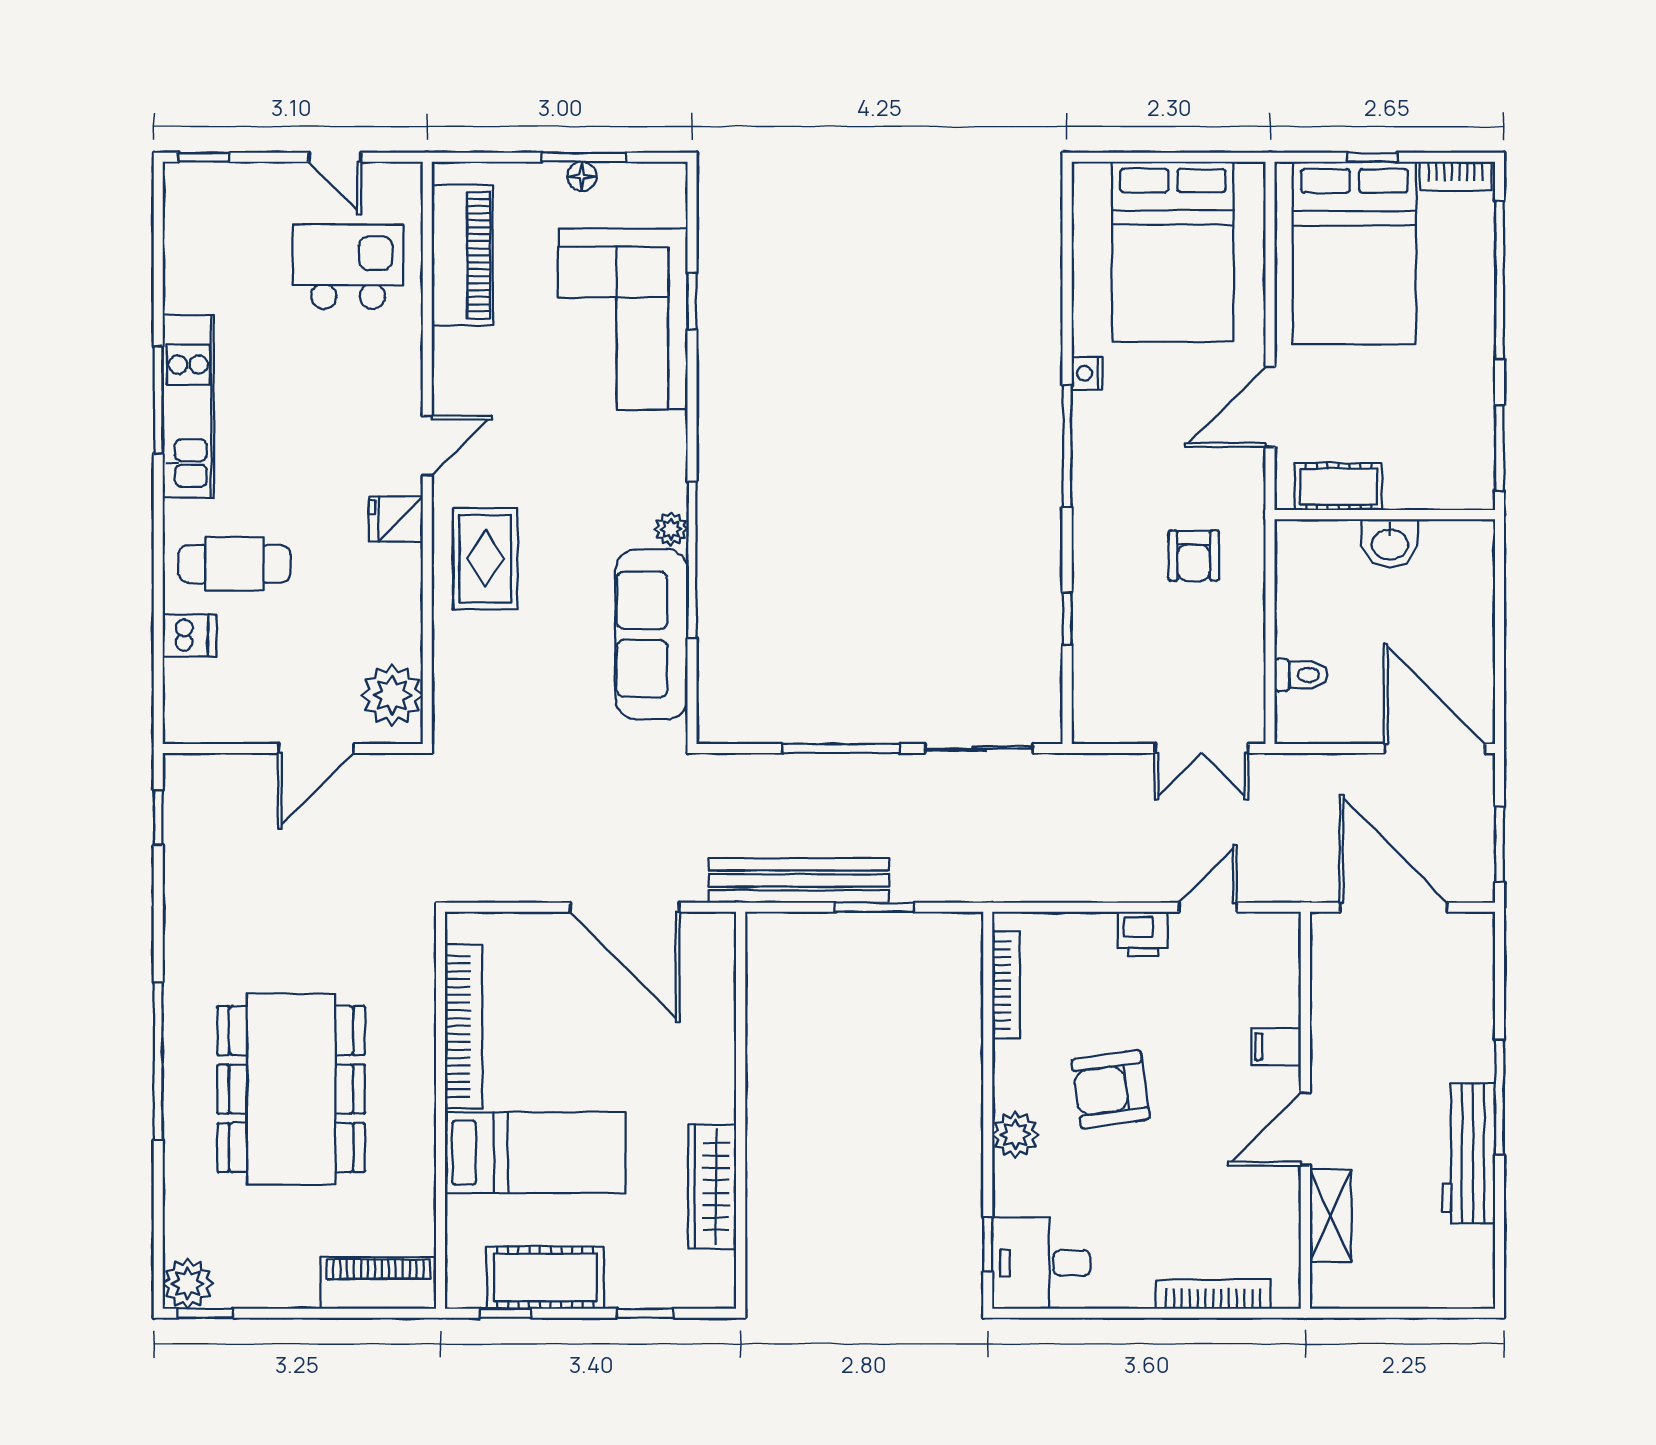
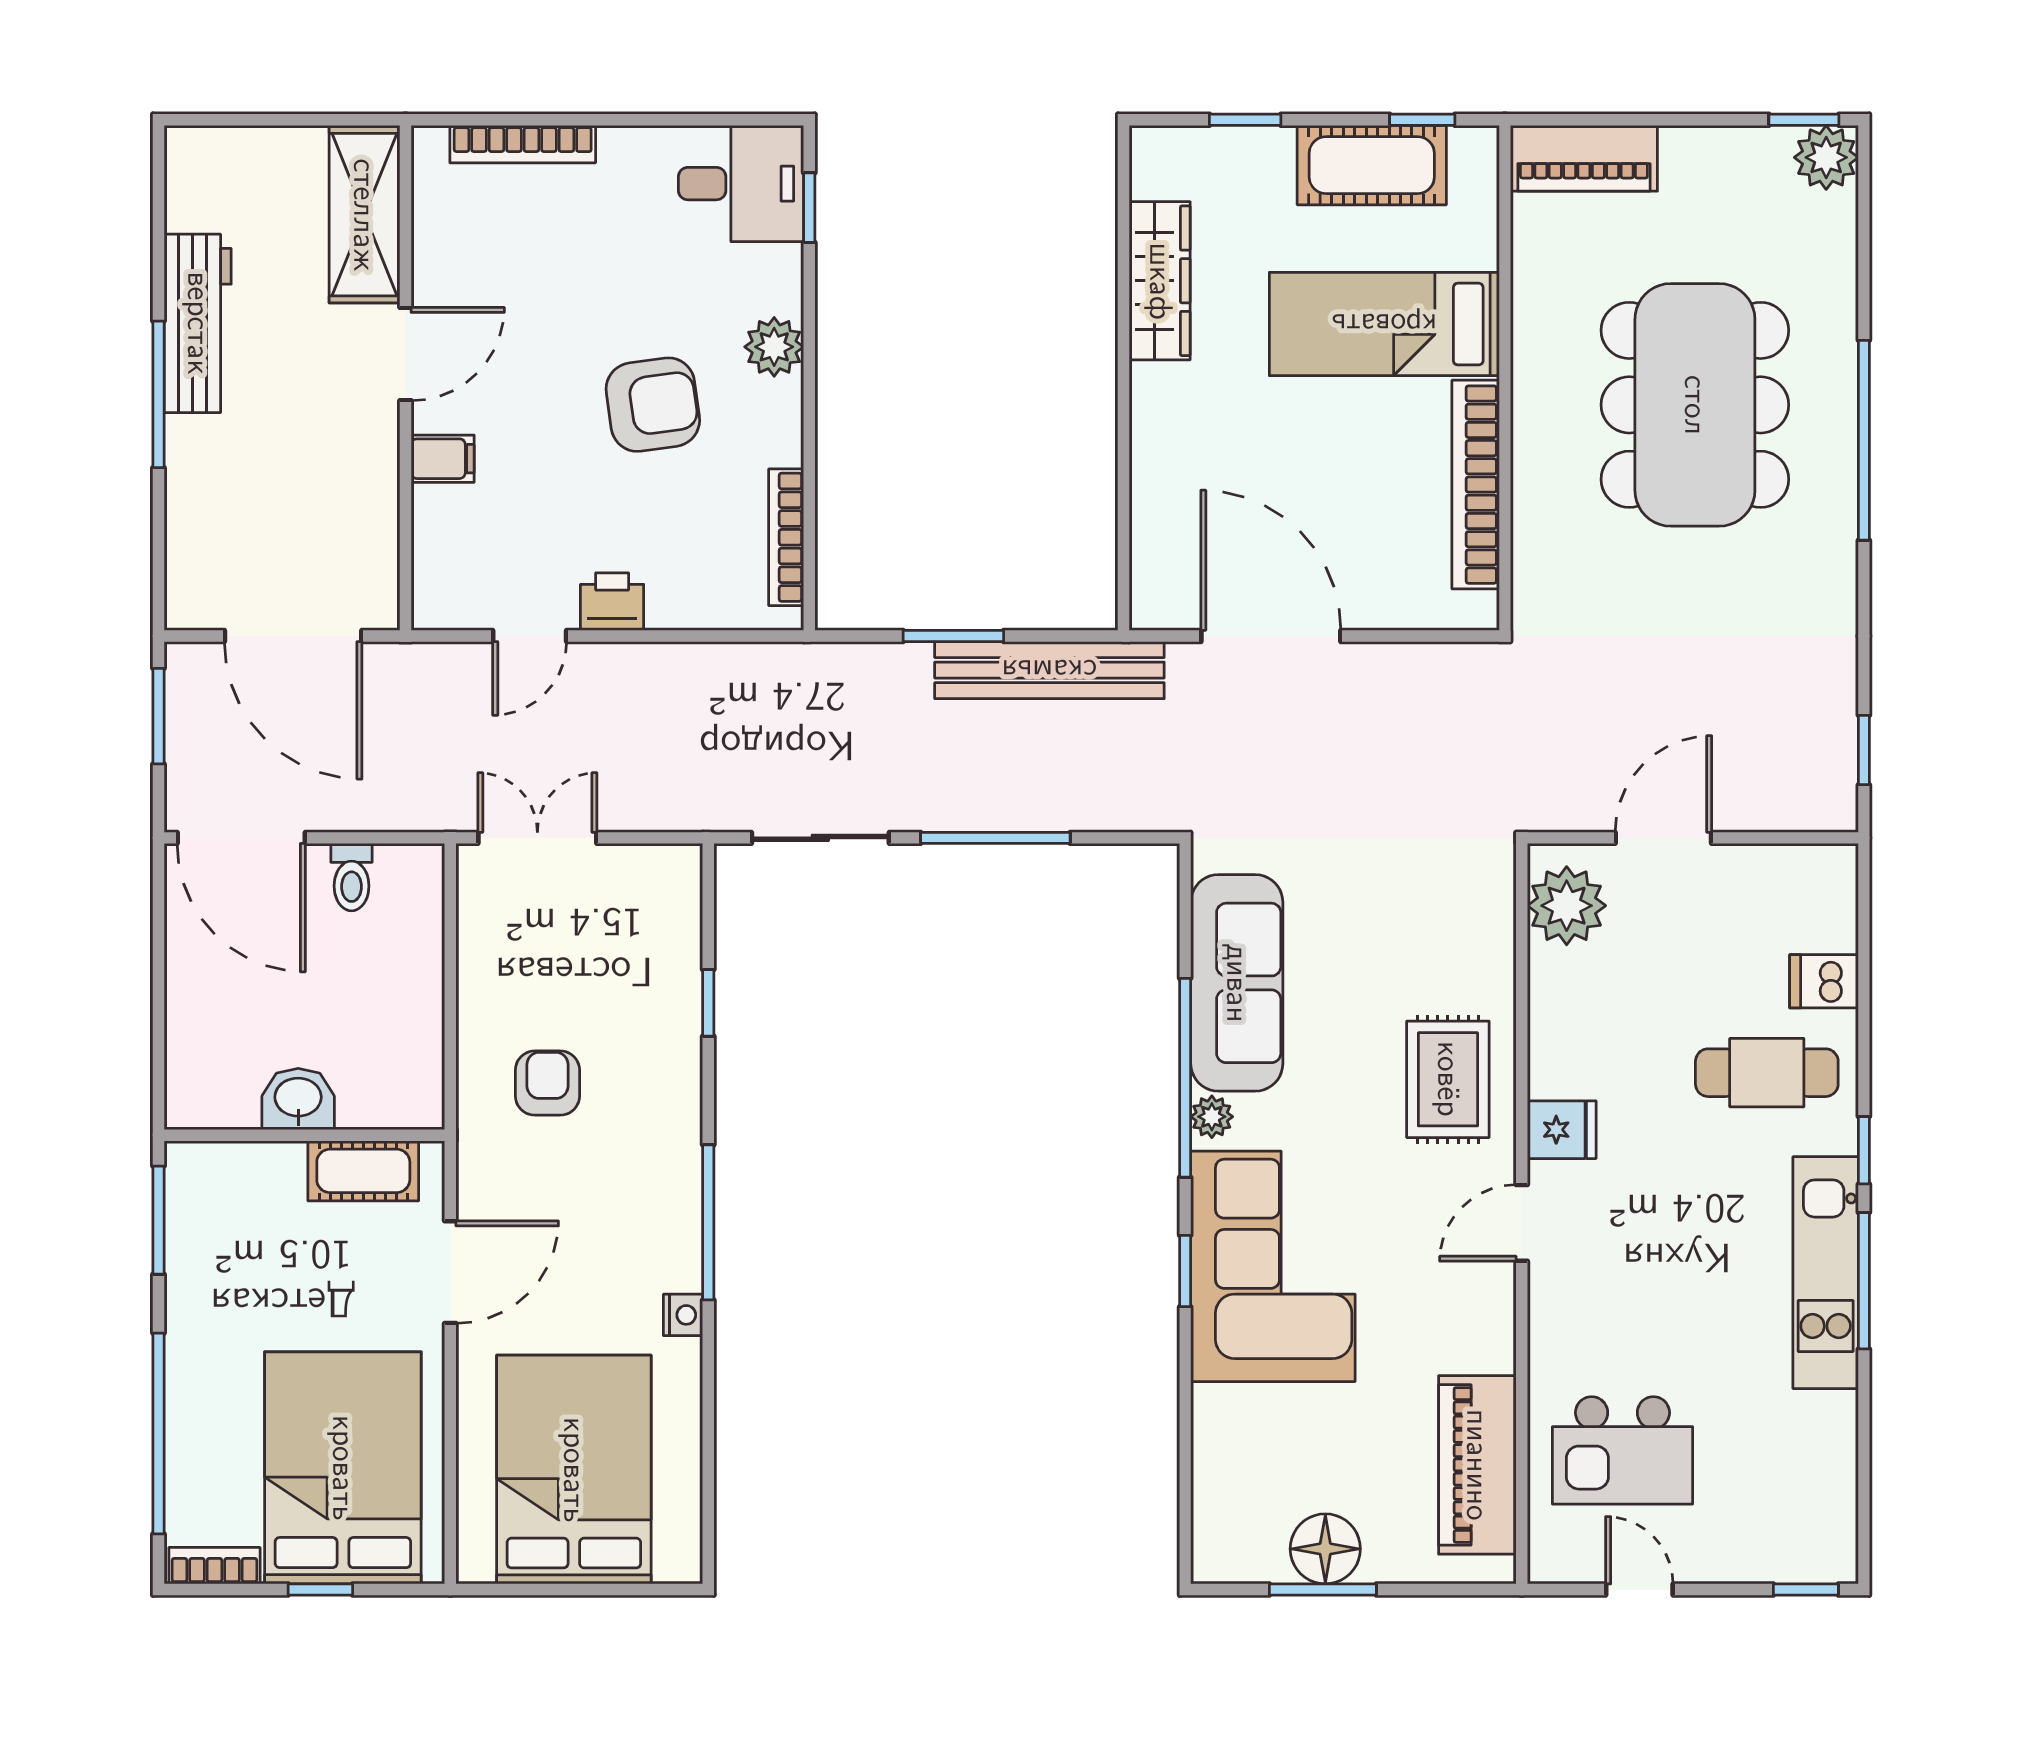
floor lamp: (582, 176) -> (1325, 1549), width x1.89, depth x1.89
window: (692, 301) -> (1185, 1271), moved
corner sofa: (623, 319) -> (1273, 1266), moved
window: (158, 503) -> (1864, 1150), added
toilet: (1301, 675) -> (352, 877), moved, turned -90
shelving: (1331, 1216) -> (364, 215), width x1.50, depth x1.33

